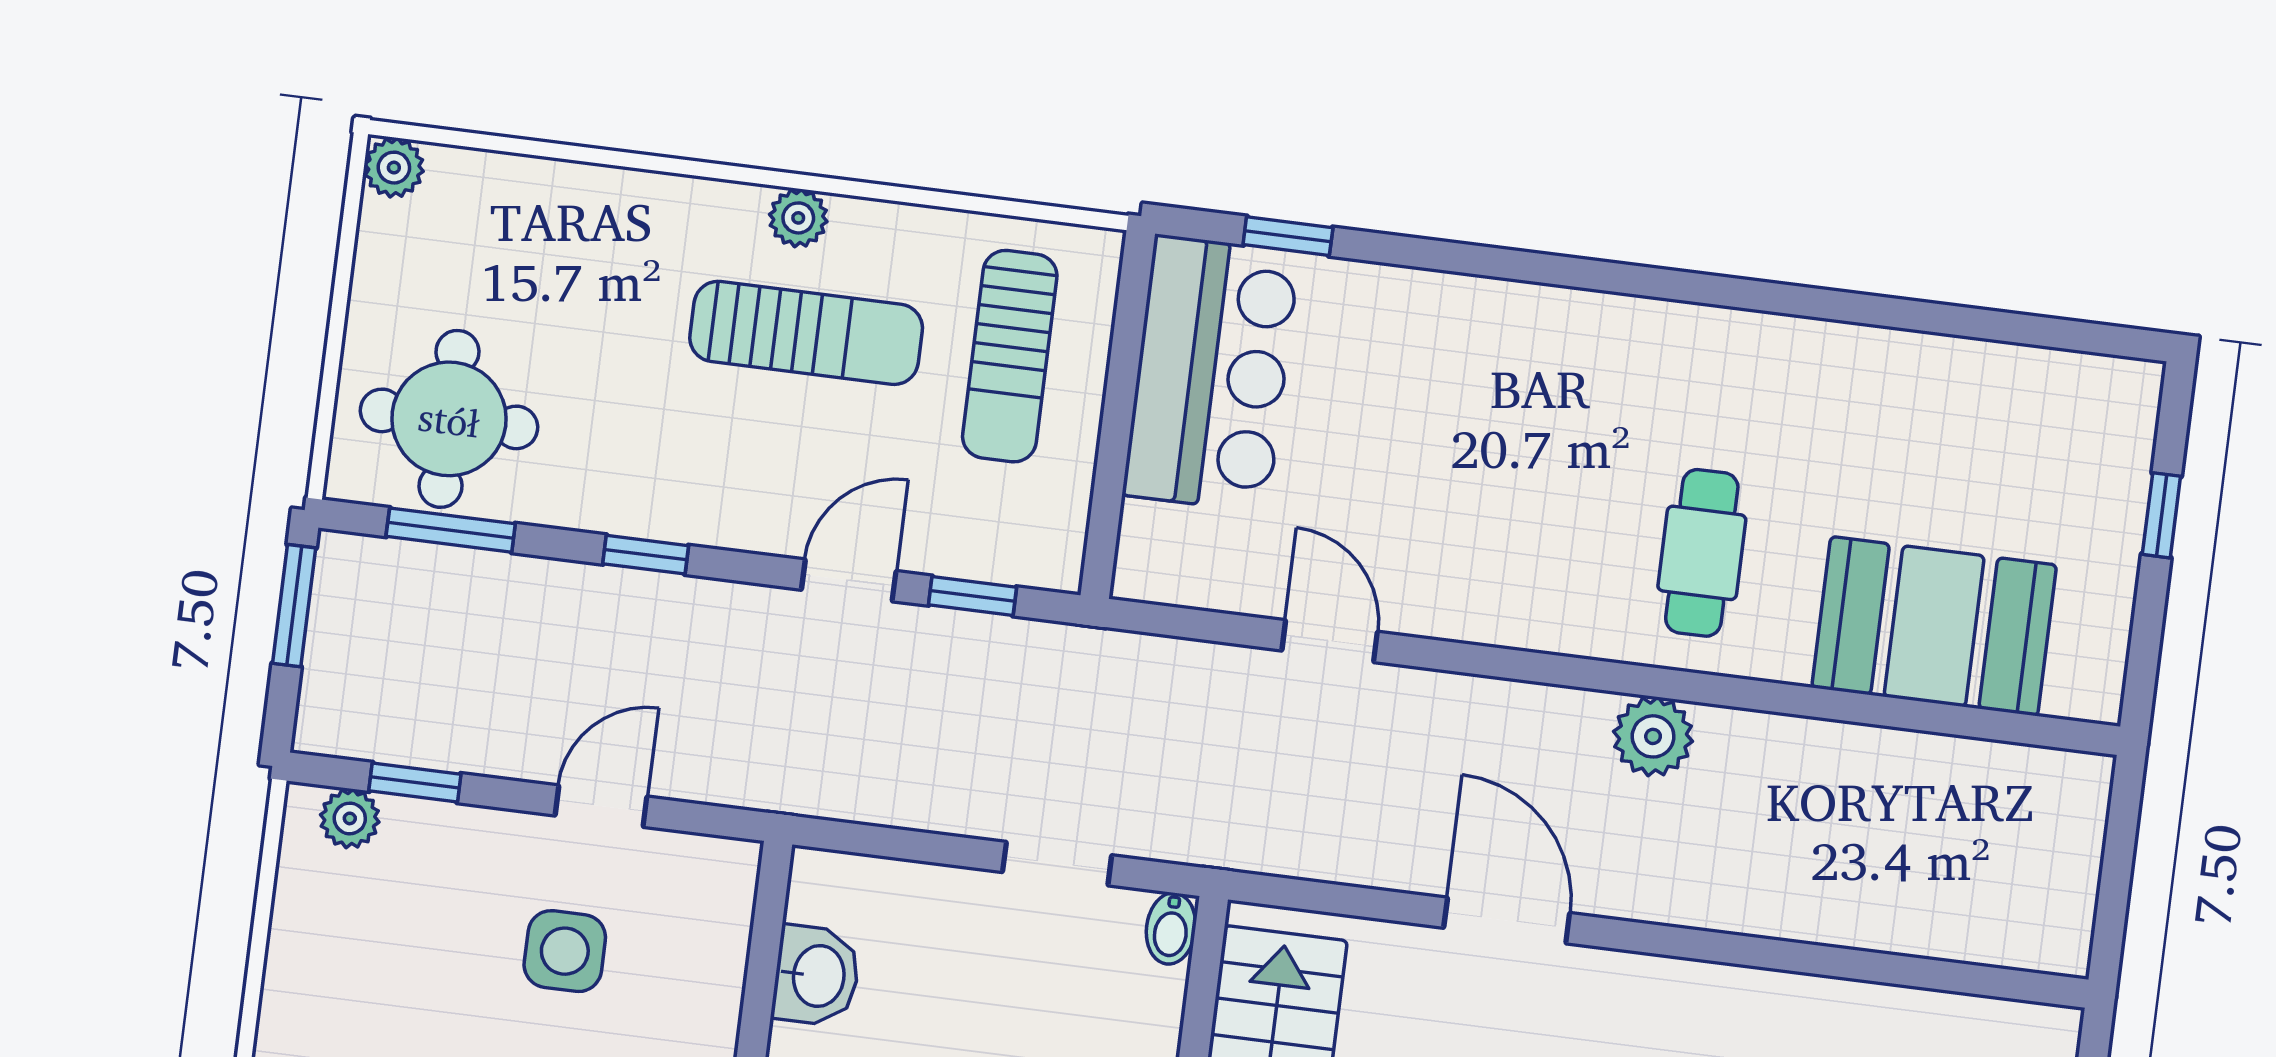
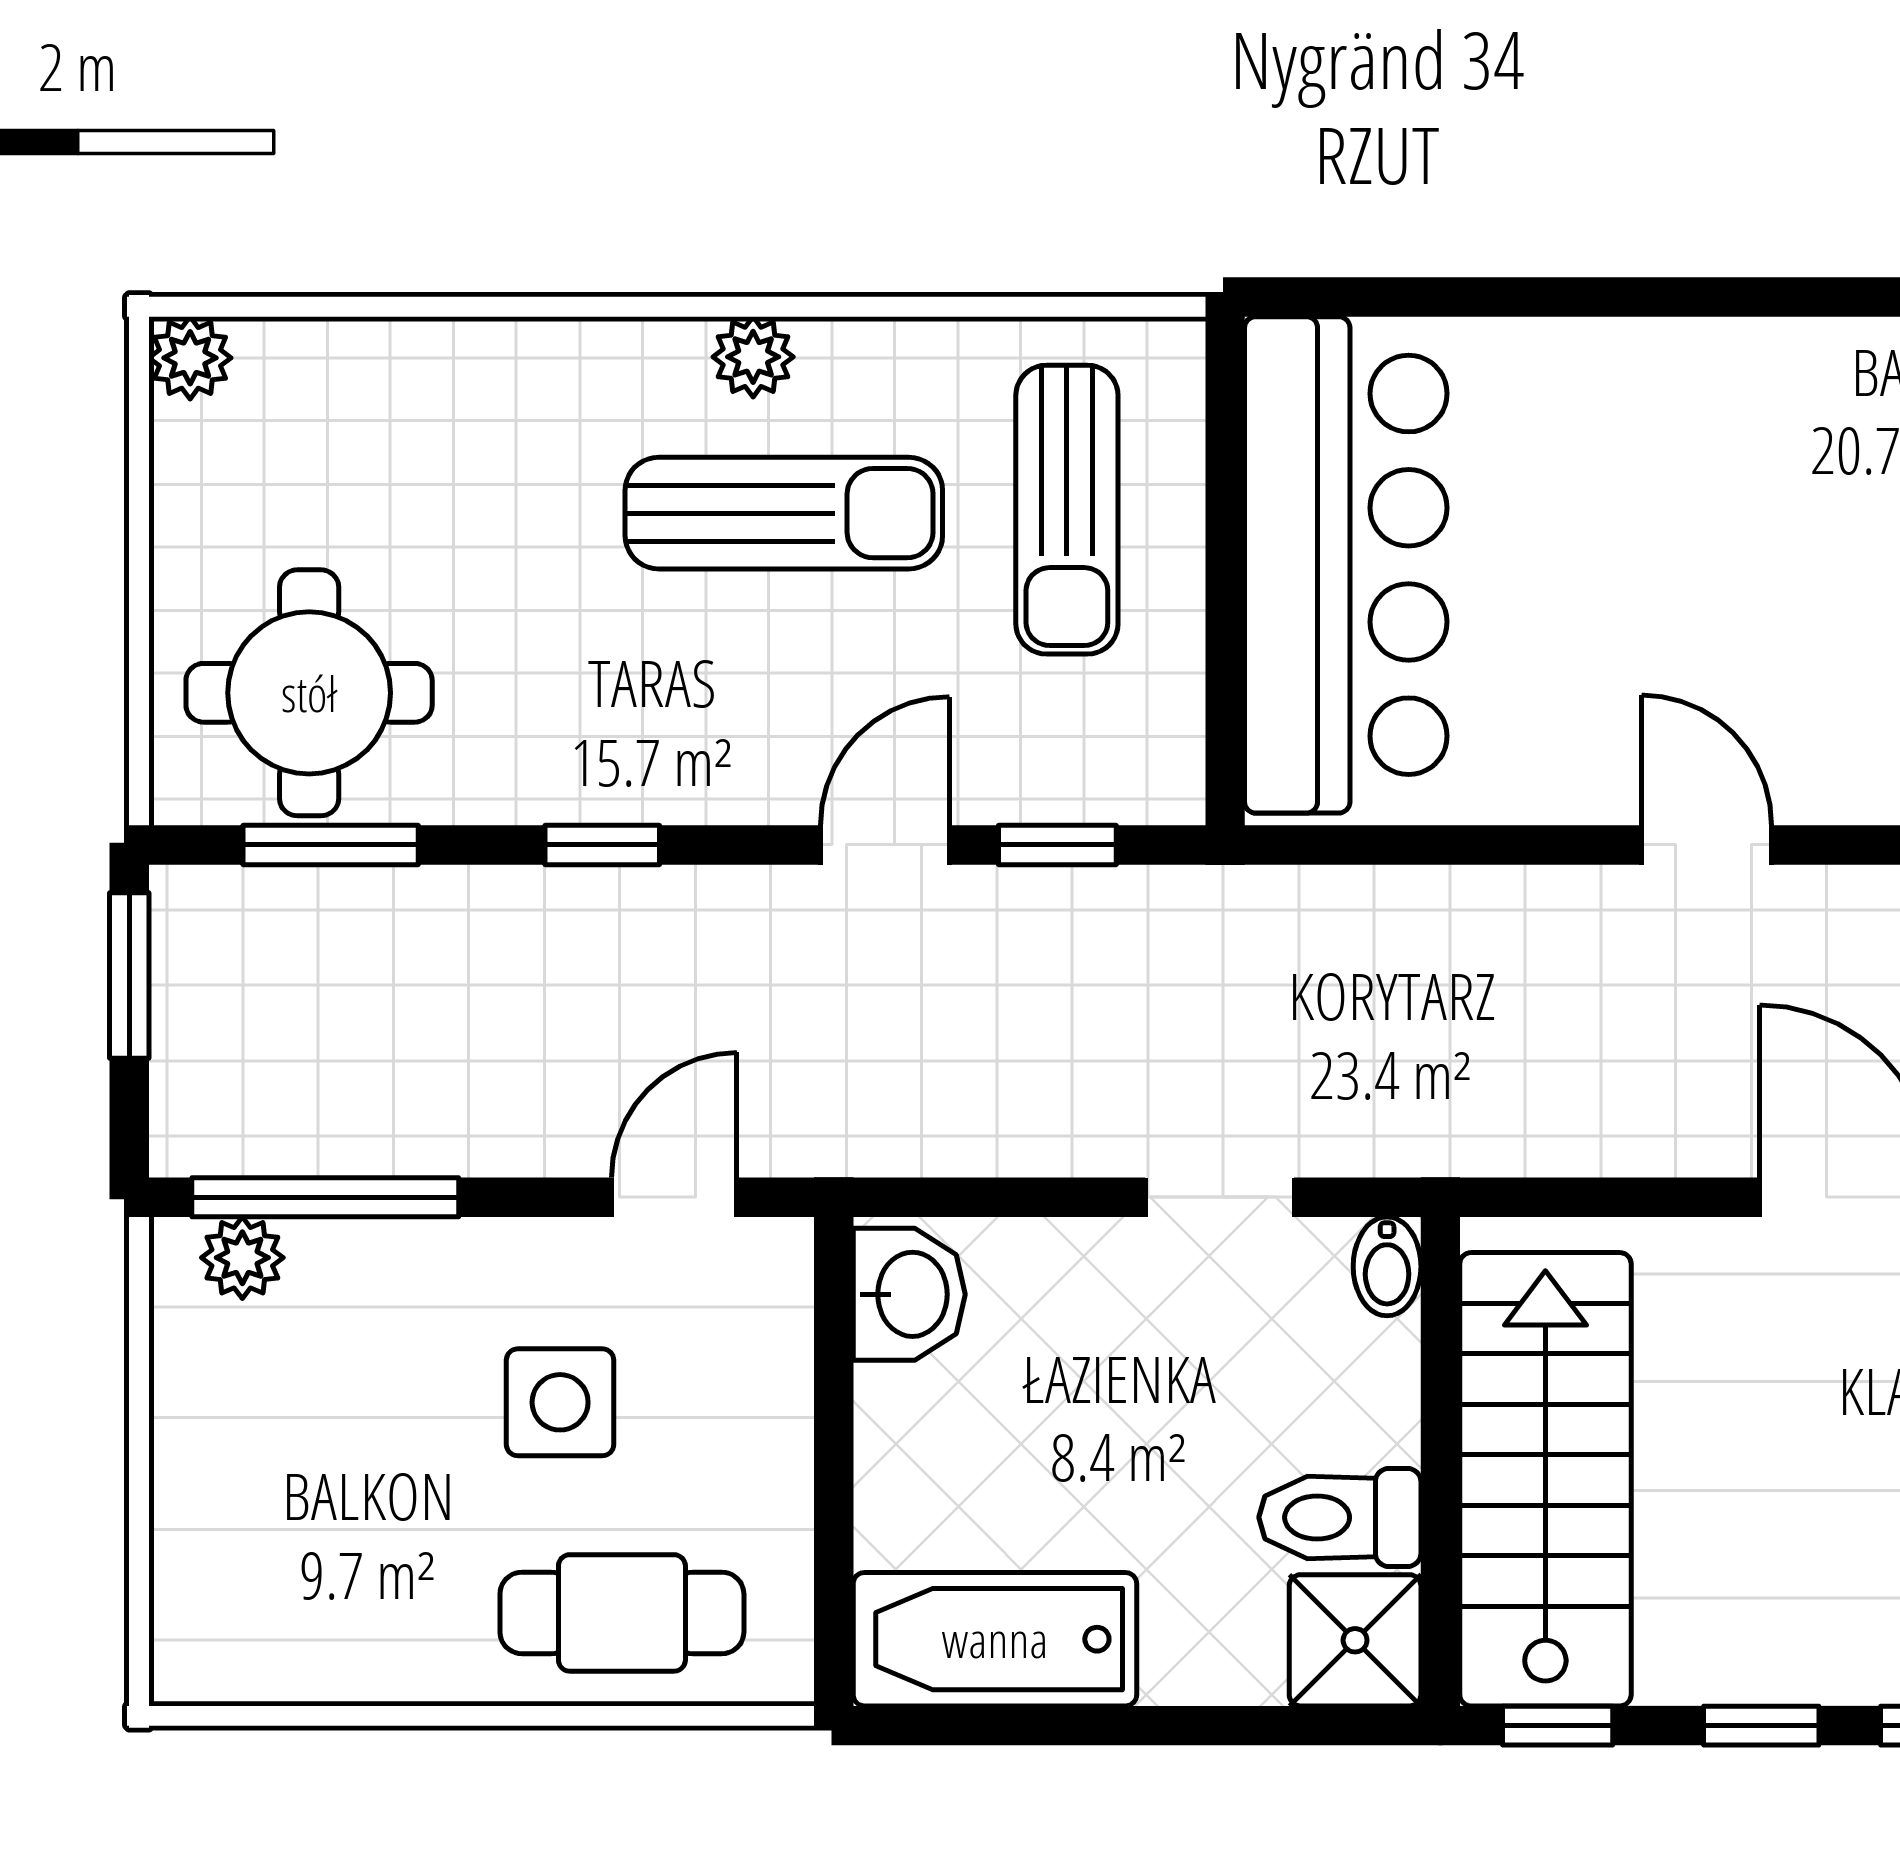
window: (1288, 236) -> (1428, 297), removed
bar counter: (1211, 374) -> (1346, 565), width x1.36
door: (1330, 641) -> (1707, 845), moved
window: (415, 783) -> (325, 1197), width x2.17
door: (601, 806) -> (674, 1197), moved
washbasin: (816, 976) -> (909, 1294), moved

